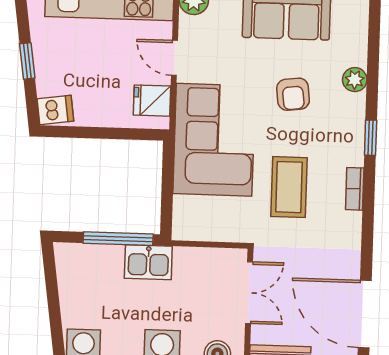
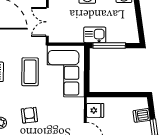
dishwasher: (55, 110) -> (142, 115), moved
corner sofa: (214, 140) -> (66, 71), moved

